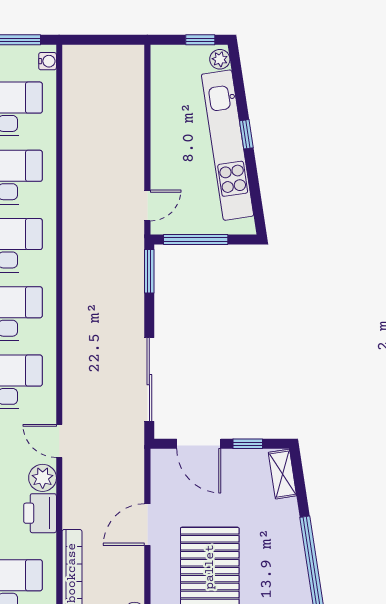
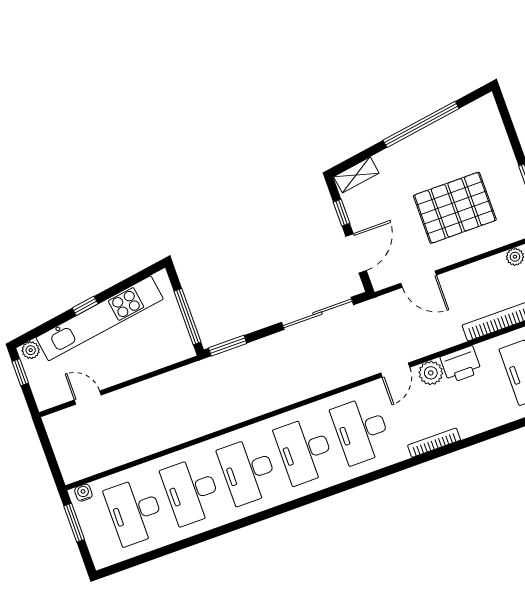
door: (147, 205) -> (88, 398), moved
door: (147, 525) -> (419, 279), moved

